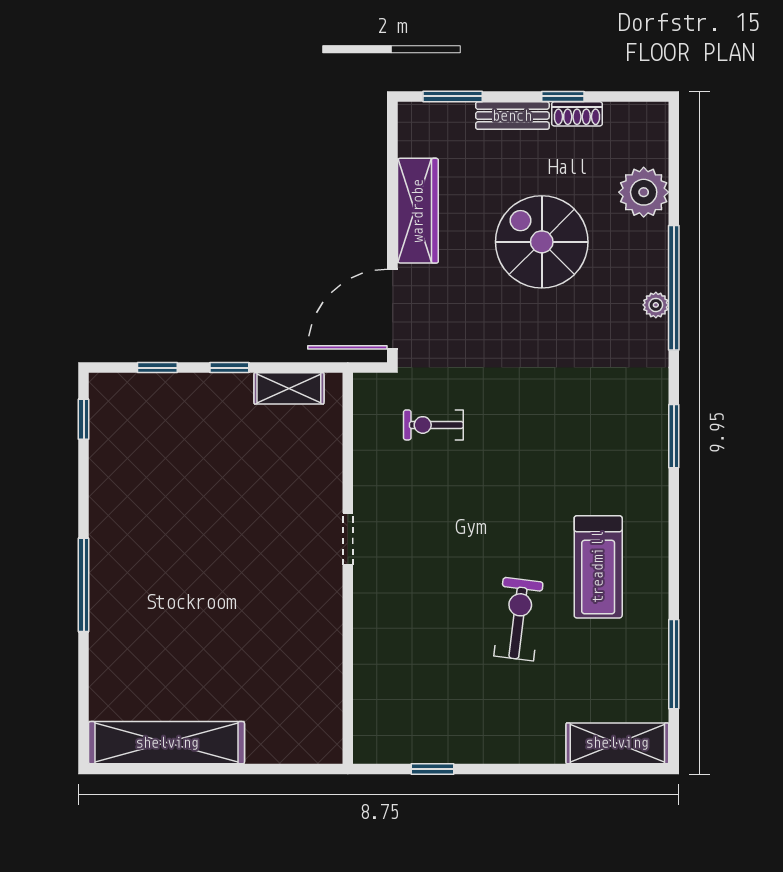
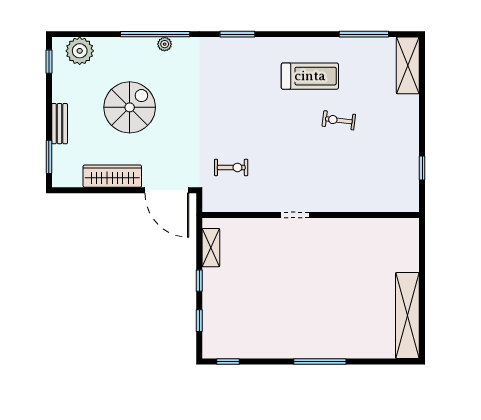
window: (563, 96) -> (49, 62), moved
shoe rack: (577, 114) -> (59, 88), removed
plant: (644, 192) -> (80, 51), moved
spiral stairs: (542, 242) -> (130, 107), turned 180
exercise bike: (433, 425) -> (231, 167), turned -90
exercise bike: (518, 619) -> (339, 120), width x0.73, depth x0.72

